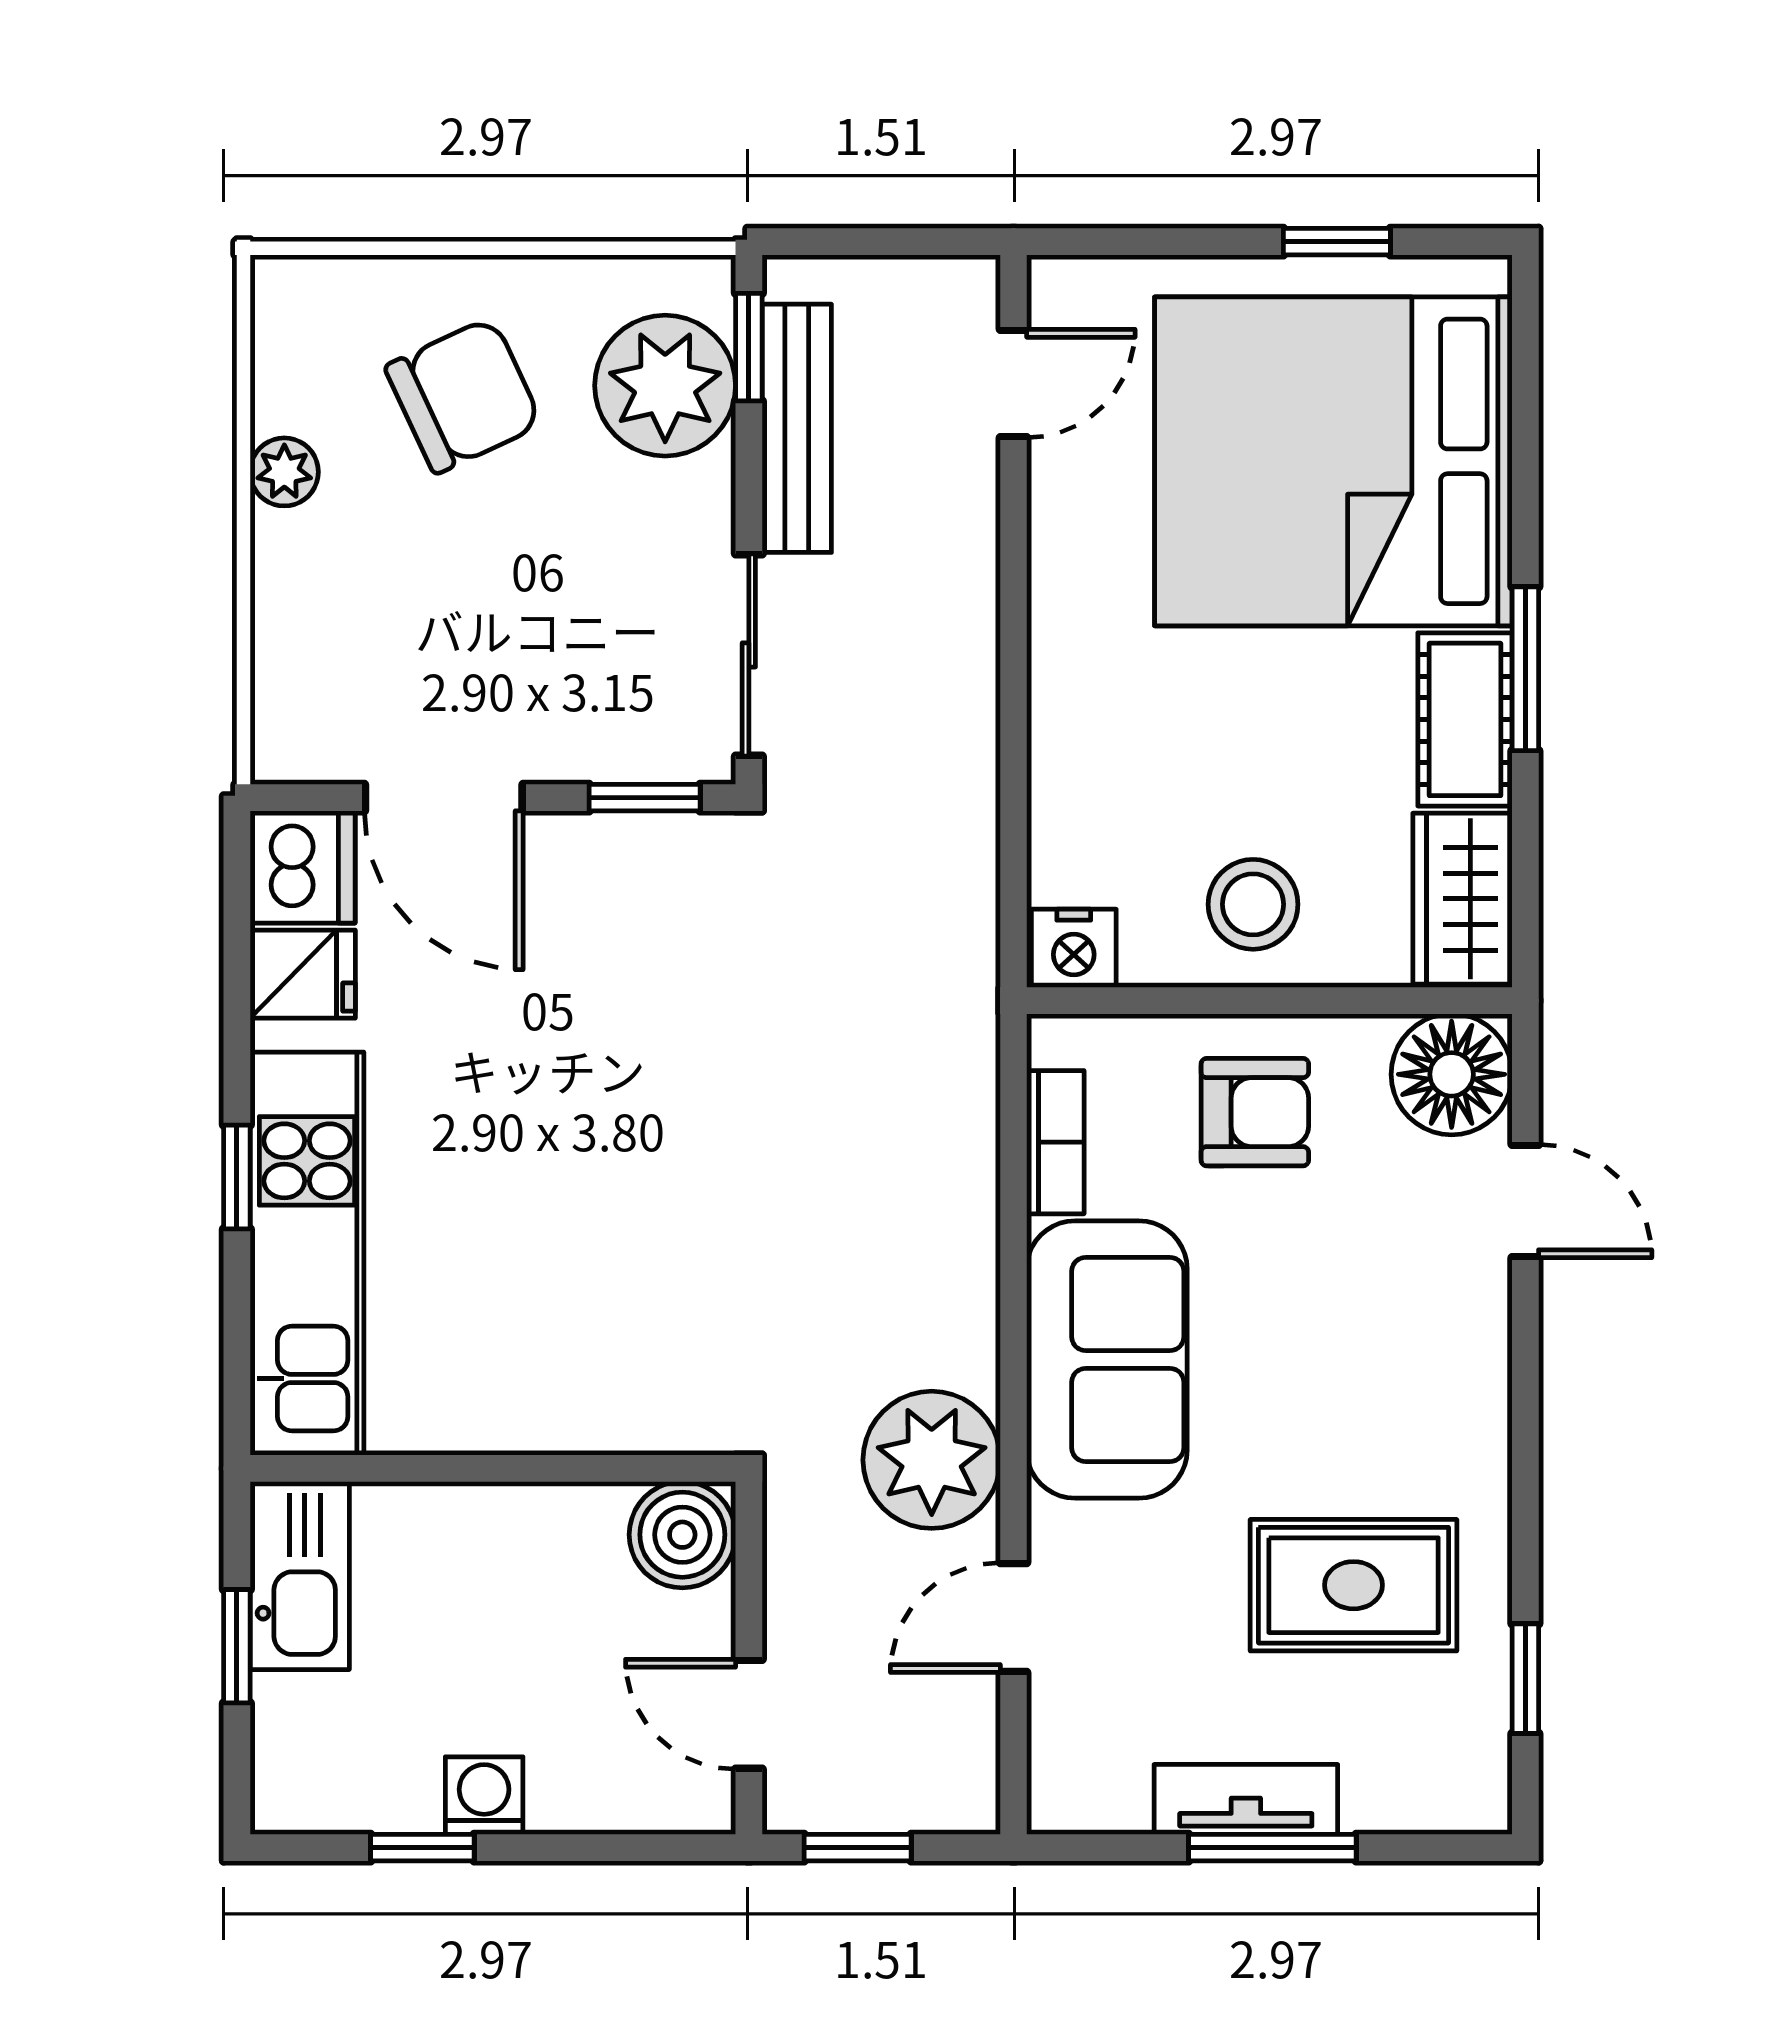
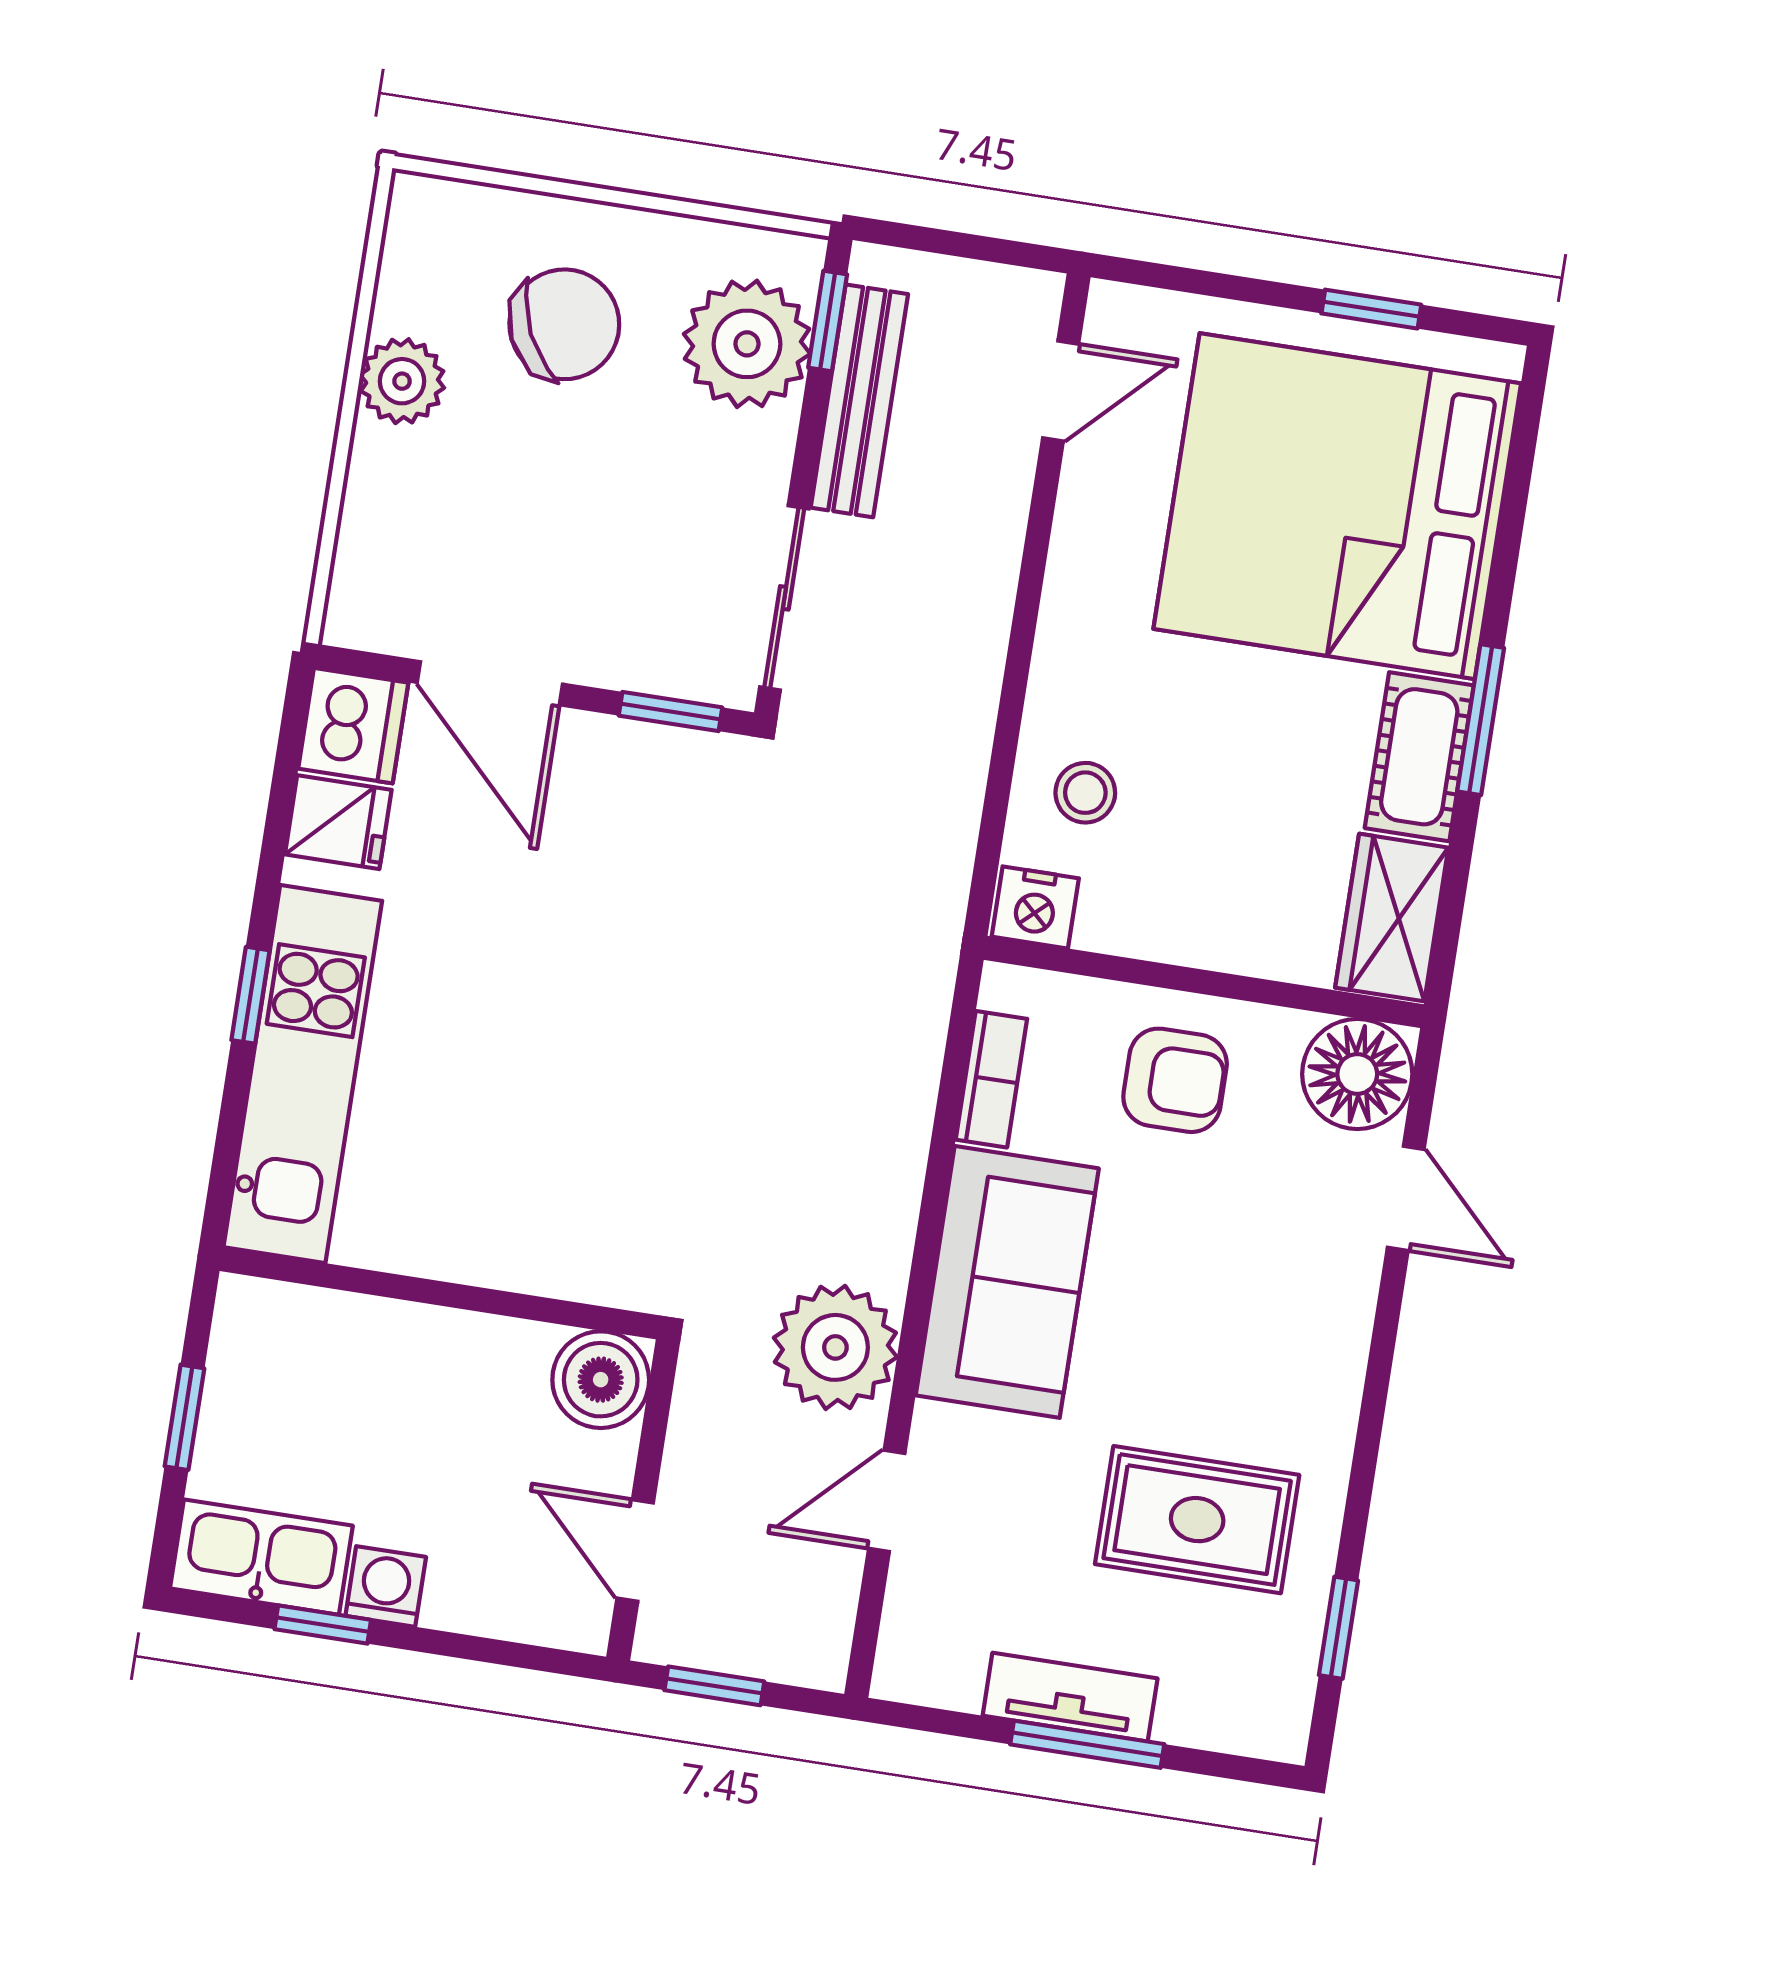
plant: (284, 472) -> (402, 381), width x1.38, depth x1.38
stool: (1253, 904) -> (1085, 793), moved, width x0.73, depth x0.73
kitchen sink: (300, 1576) -> (261, 1557), moved, turned -90

